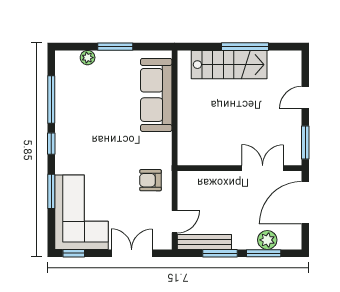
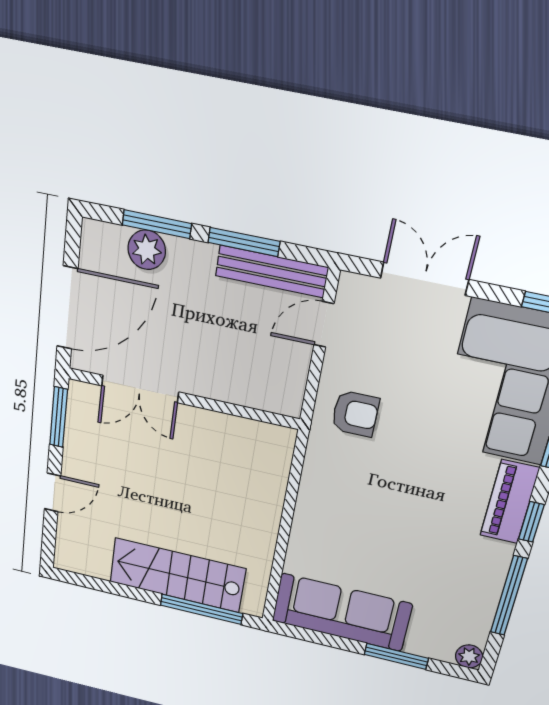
window: (115, 47) -> (396, 656), moved
window: (245, 47) -> (201, 609), moved
plant: (88, 58) -> (469, 656), moved
sofa: (156, 95) -> (342, 612), moved, turned -90
piano: (65, 152) -> (510, 502), added
double door: (132, 253) -> (424, 279), swing flipped

